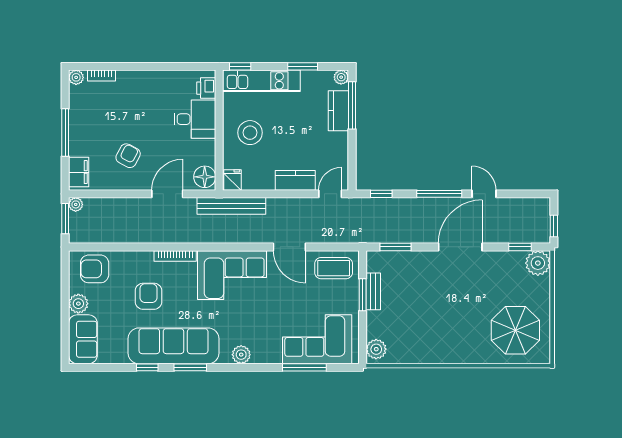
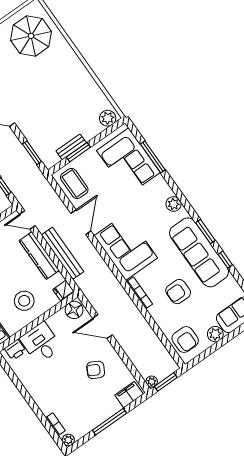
kitchen counter: (295, 180) -> (39, 256), width x1.50
bench: (231, 206) -> (63, 253), moved

